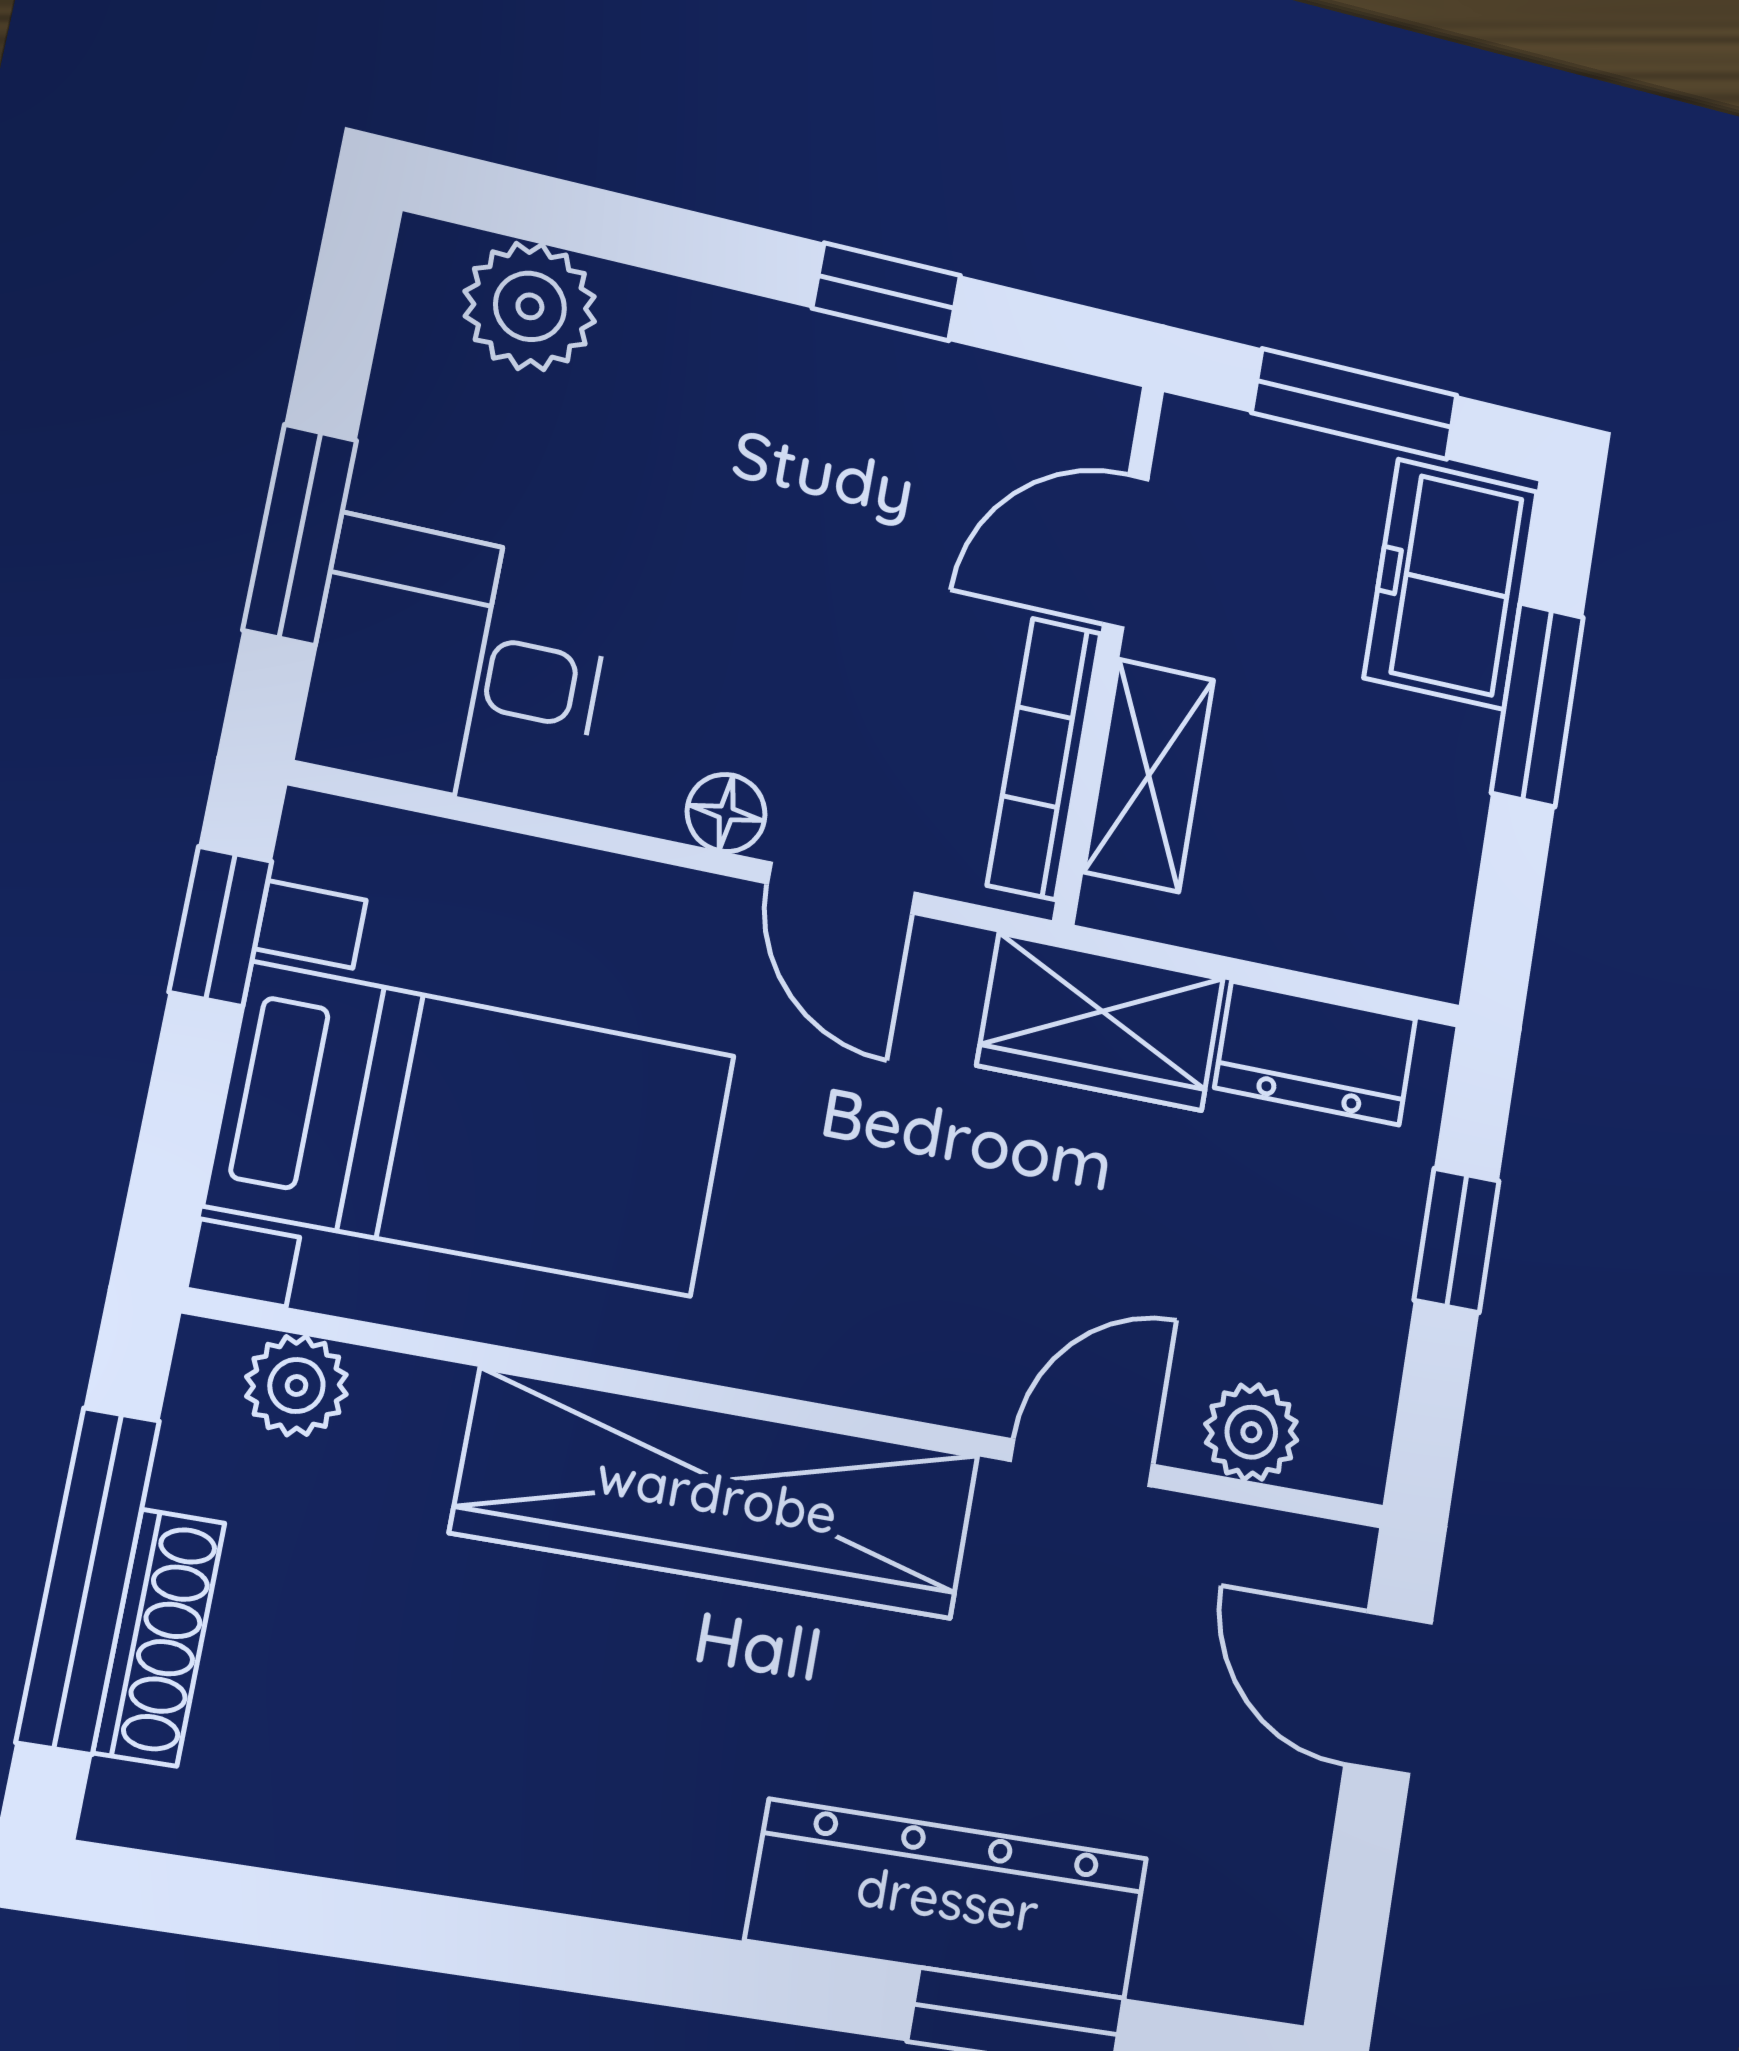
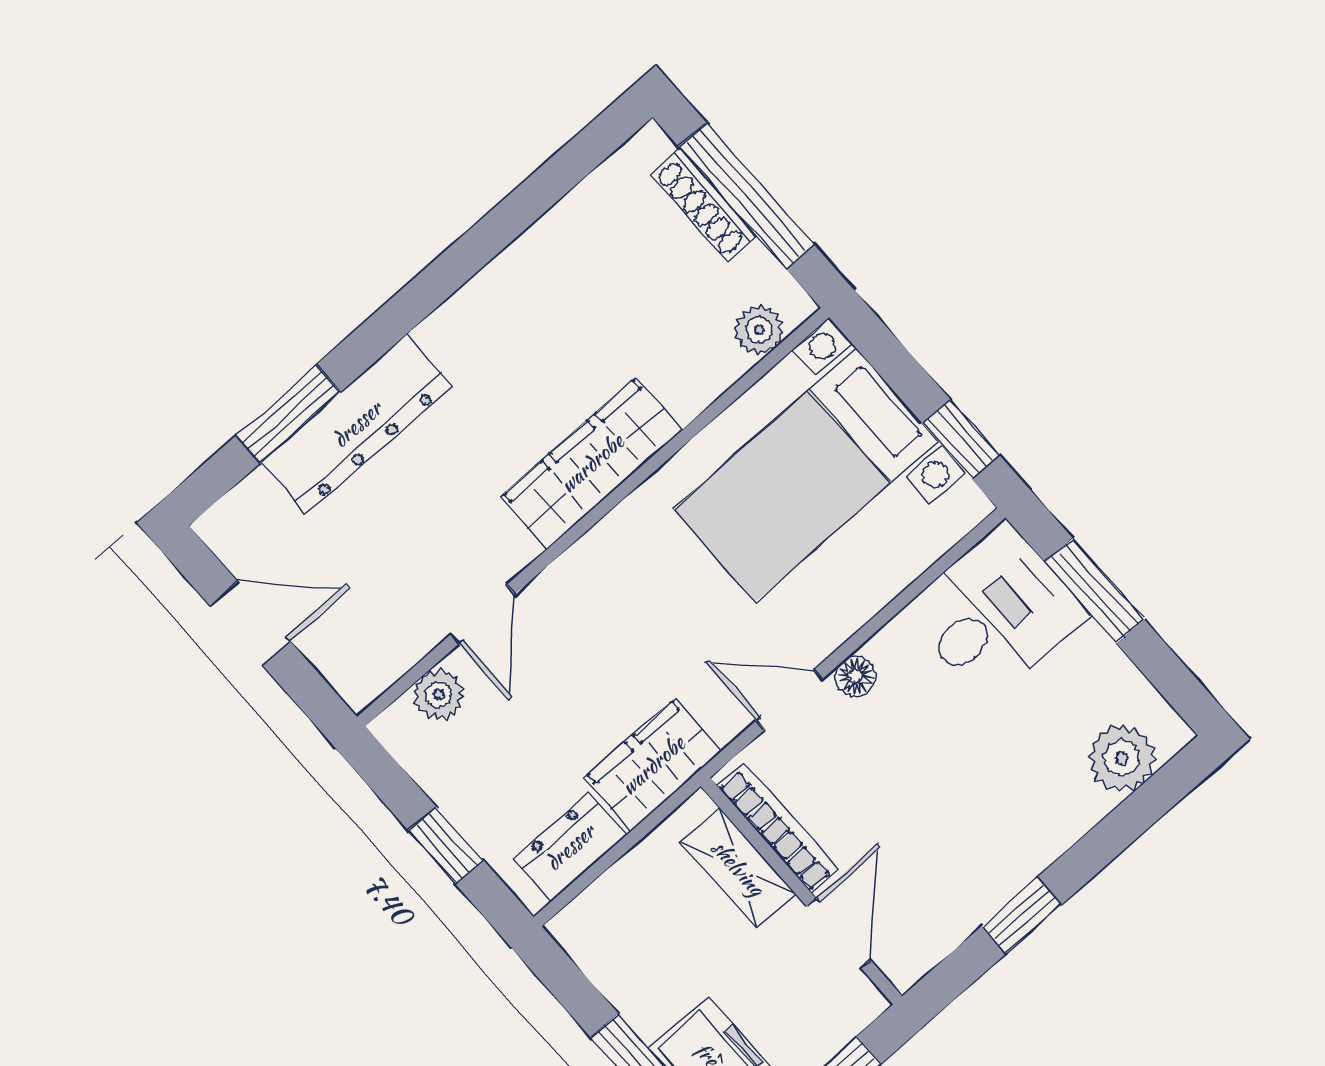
wardrobe: (717, 1494) -> (592, 463), width x0.71, depth x0.85
door: (1388, 1693) -> (250, 623), moved

